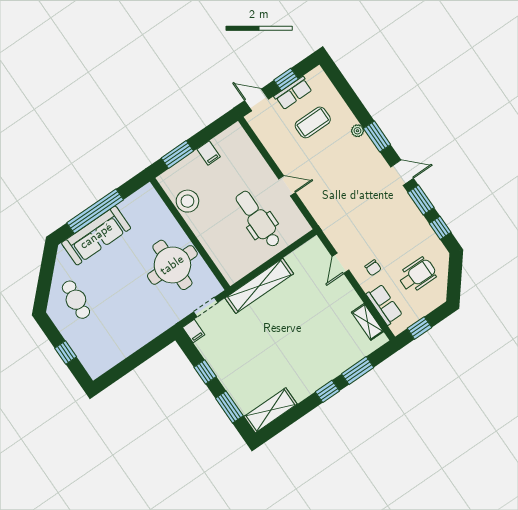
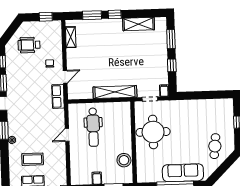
door: (287, 186) -> (67, 135), hinge flipped
row of seats: (384, 305) -> (58, 96), moved
shelving: (270, 410) -> (139, 24), moved

